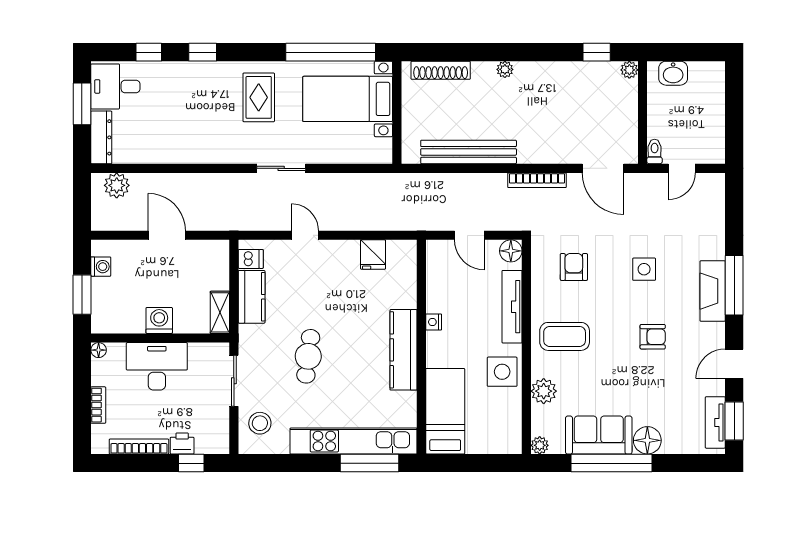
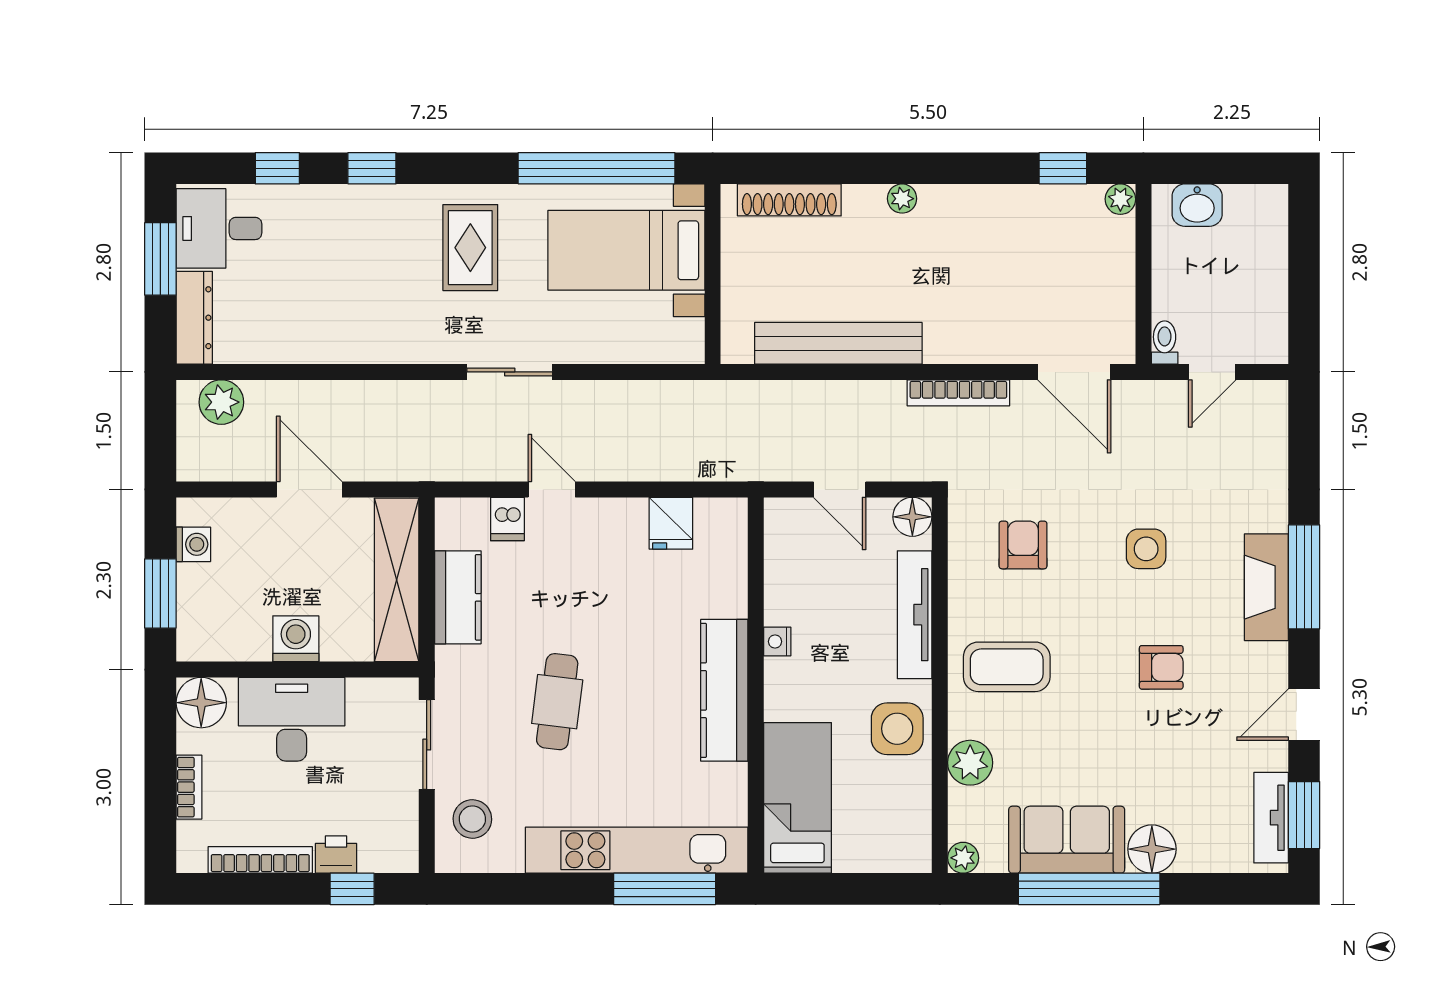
dishwasher: (251, 259) -> (507, 519), moved, turned 90
shelving: (220, 312) -> (397, 580), width x2.20, depth x1.33
floor lamp: (99, 350) -> (201, 703), width x1.89, depth x1.89

